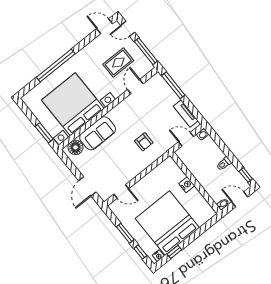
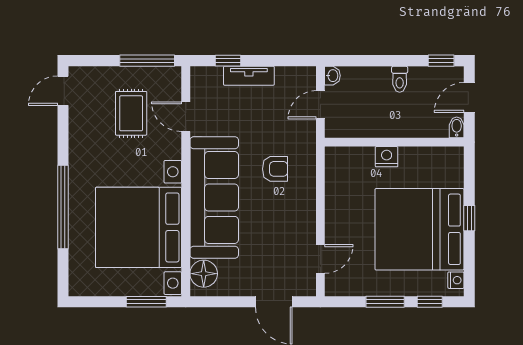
door: (128, 29) -> (94, 61), removed
window: (173, 85) -> (228, 61), width x0.46
tv unit: (186, 114) -> (249, 76), moved
sofa: (98, 133) -> (214, 197), width x1.85, depth x1.27
window: (174, 252) -> (469, 218), moved

